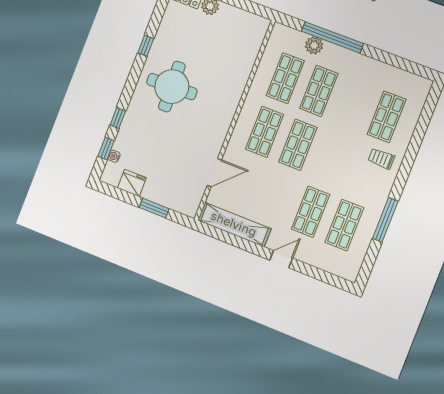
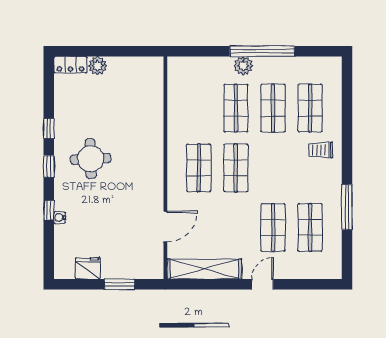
window: (332, 37) -> (262, 51), moved
plant: (314, 45) -> (243, 66), moved
shop shelf: (285, 78) -> (273, 108), moved
round table: (172, 87) -> (91, 159), width x0.73, depth x0.73
window: (106, 149) -> (49, 166), moved
water cooler: (114, 156) -> (60, 218), moved

